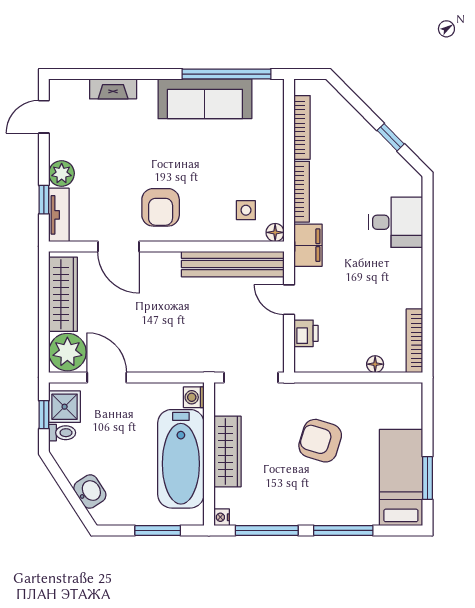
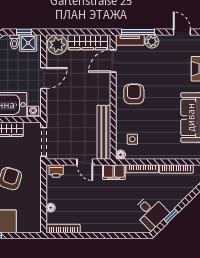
window: (44, 200) -> (138, 32), width x2.17
armchair: (161, 207) -> (134, 94), turned 90
desk: (395, 222) -> (151, 212), moved, turned -45
door: (118, 246) -> (113, 61), moved
door: (289, 300) -> (85, 162), swing flipped
printer: (306, 333) -> (56, 171), moved
door: (107, 377) -> (44, 78), moved

